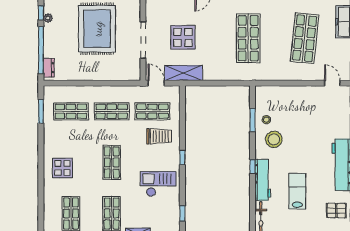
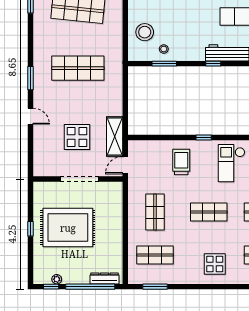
dresser: (49, 68) -> (104, 278), width x1.44
shop shelf: (71, 111) -> (155, 255), turned 90
shop shelf: (152, 111) -> (155, 169), removed
stool: (274, 139) -> (145, 32), moved

